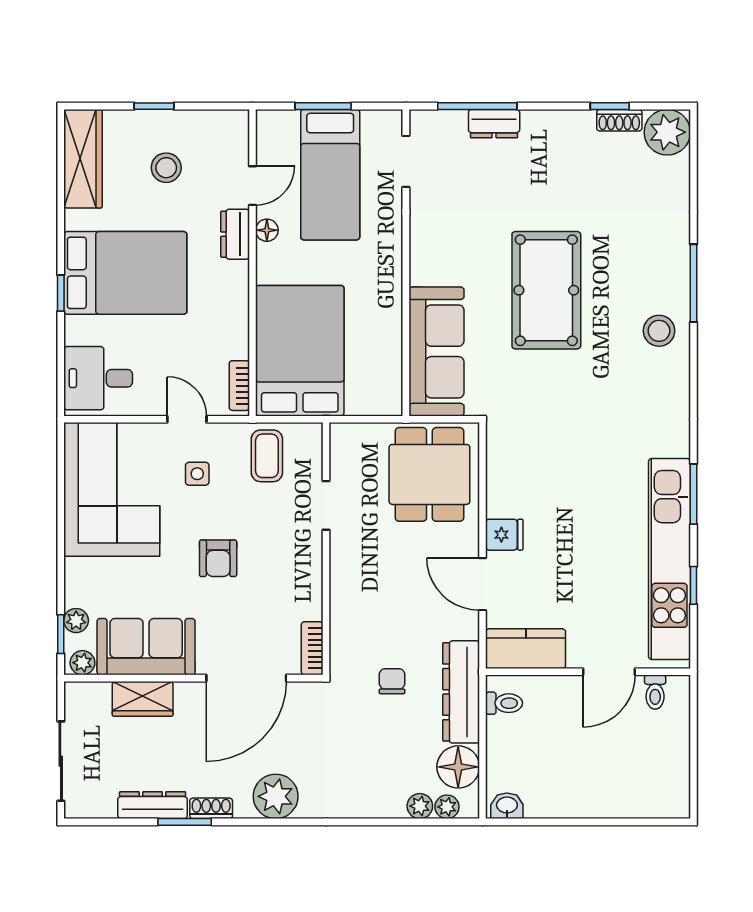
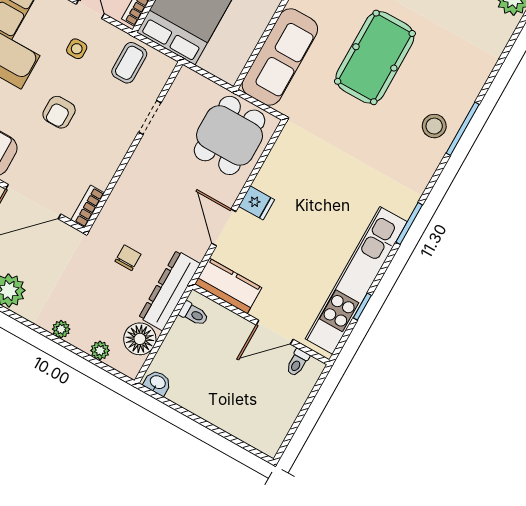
window: (693, 283) -> (463, 129), moved
window: (693, 494) -> (409, 223), moved
plant: (447, 807) -> (61, 329), moved

